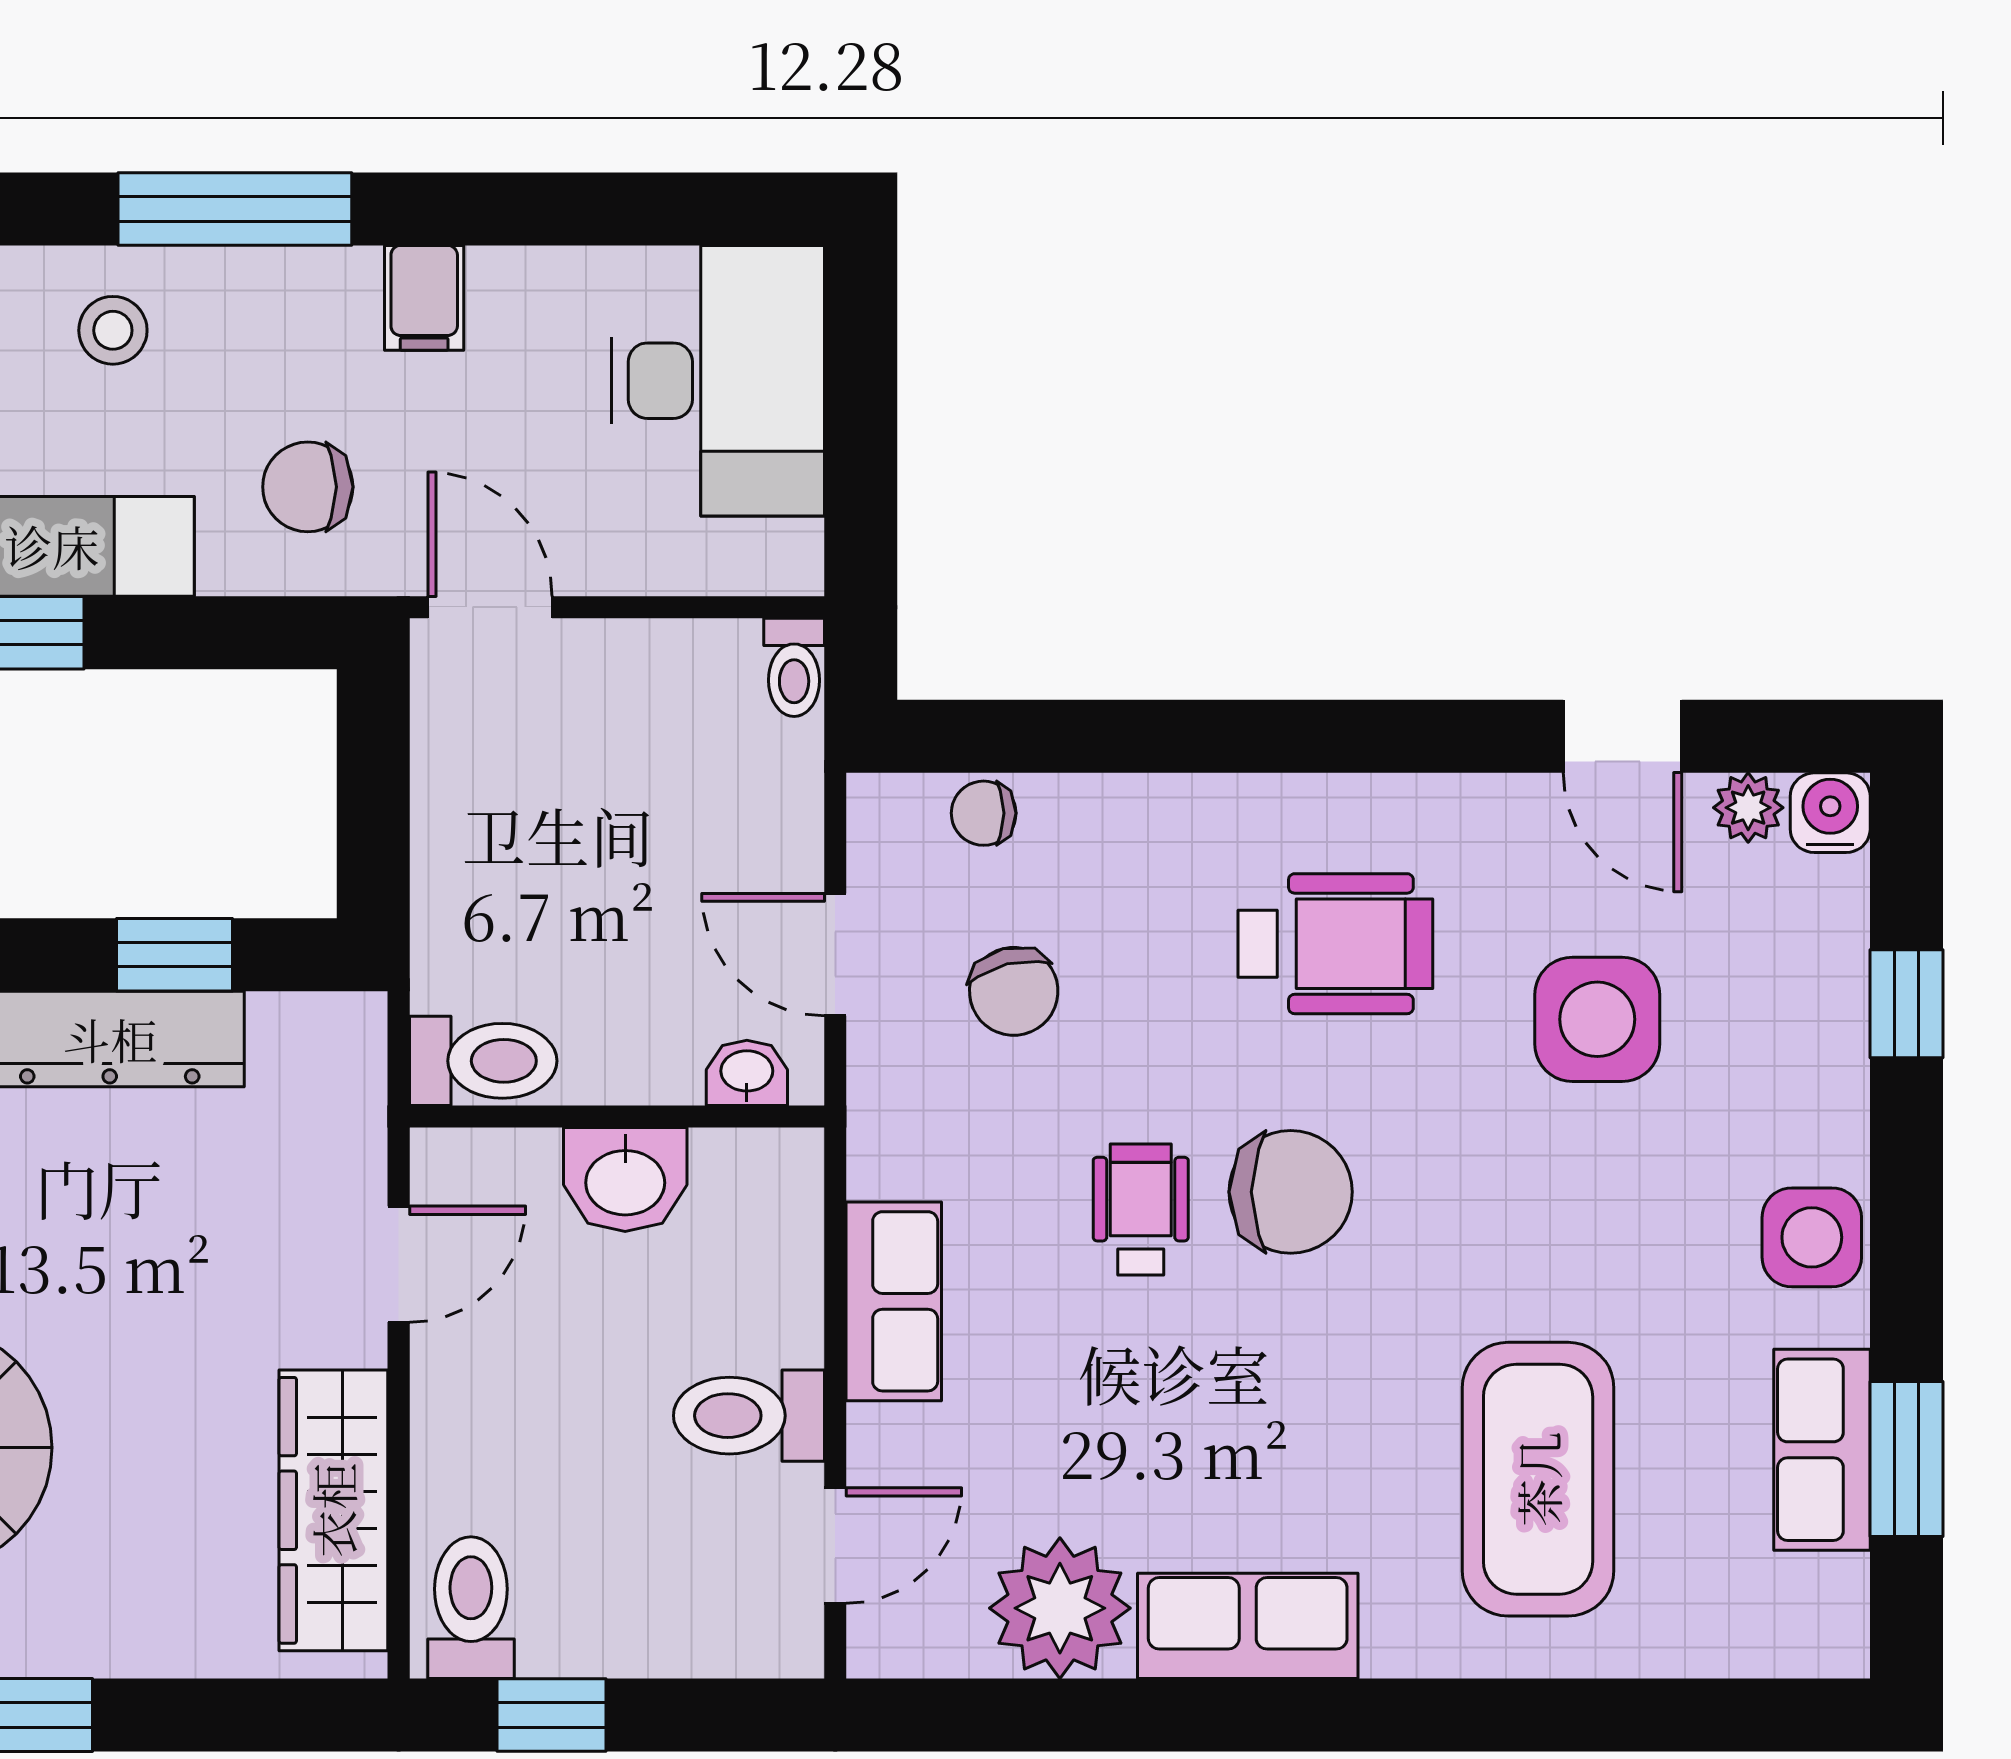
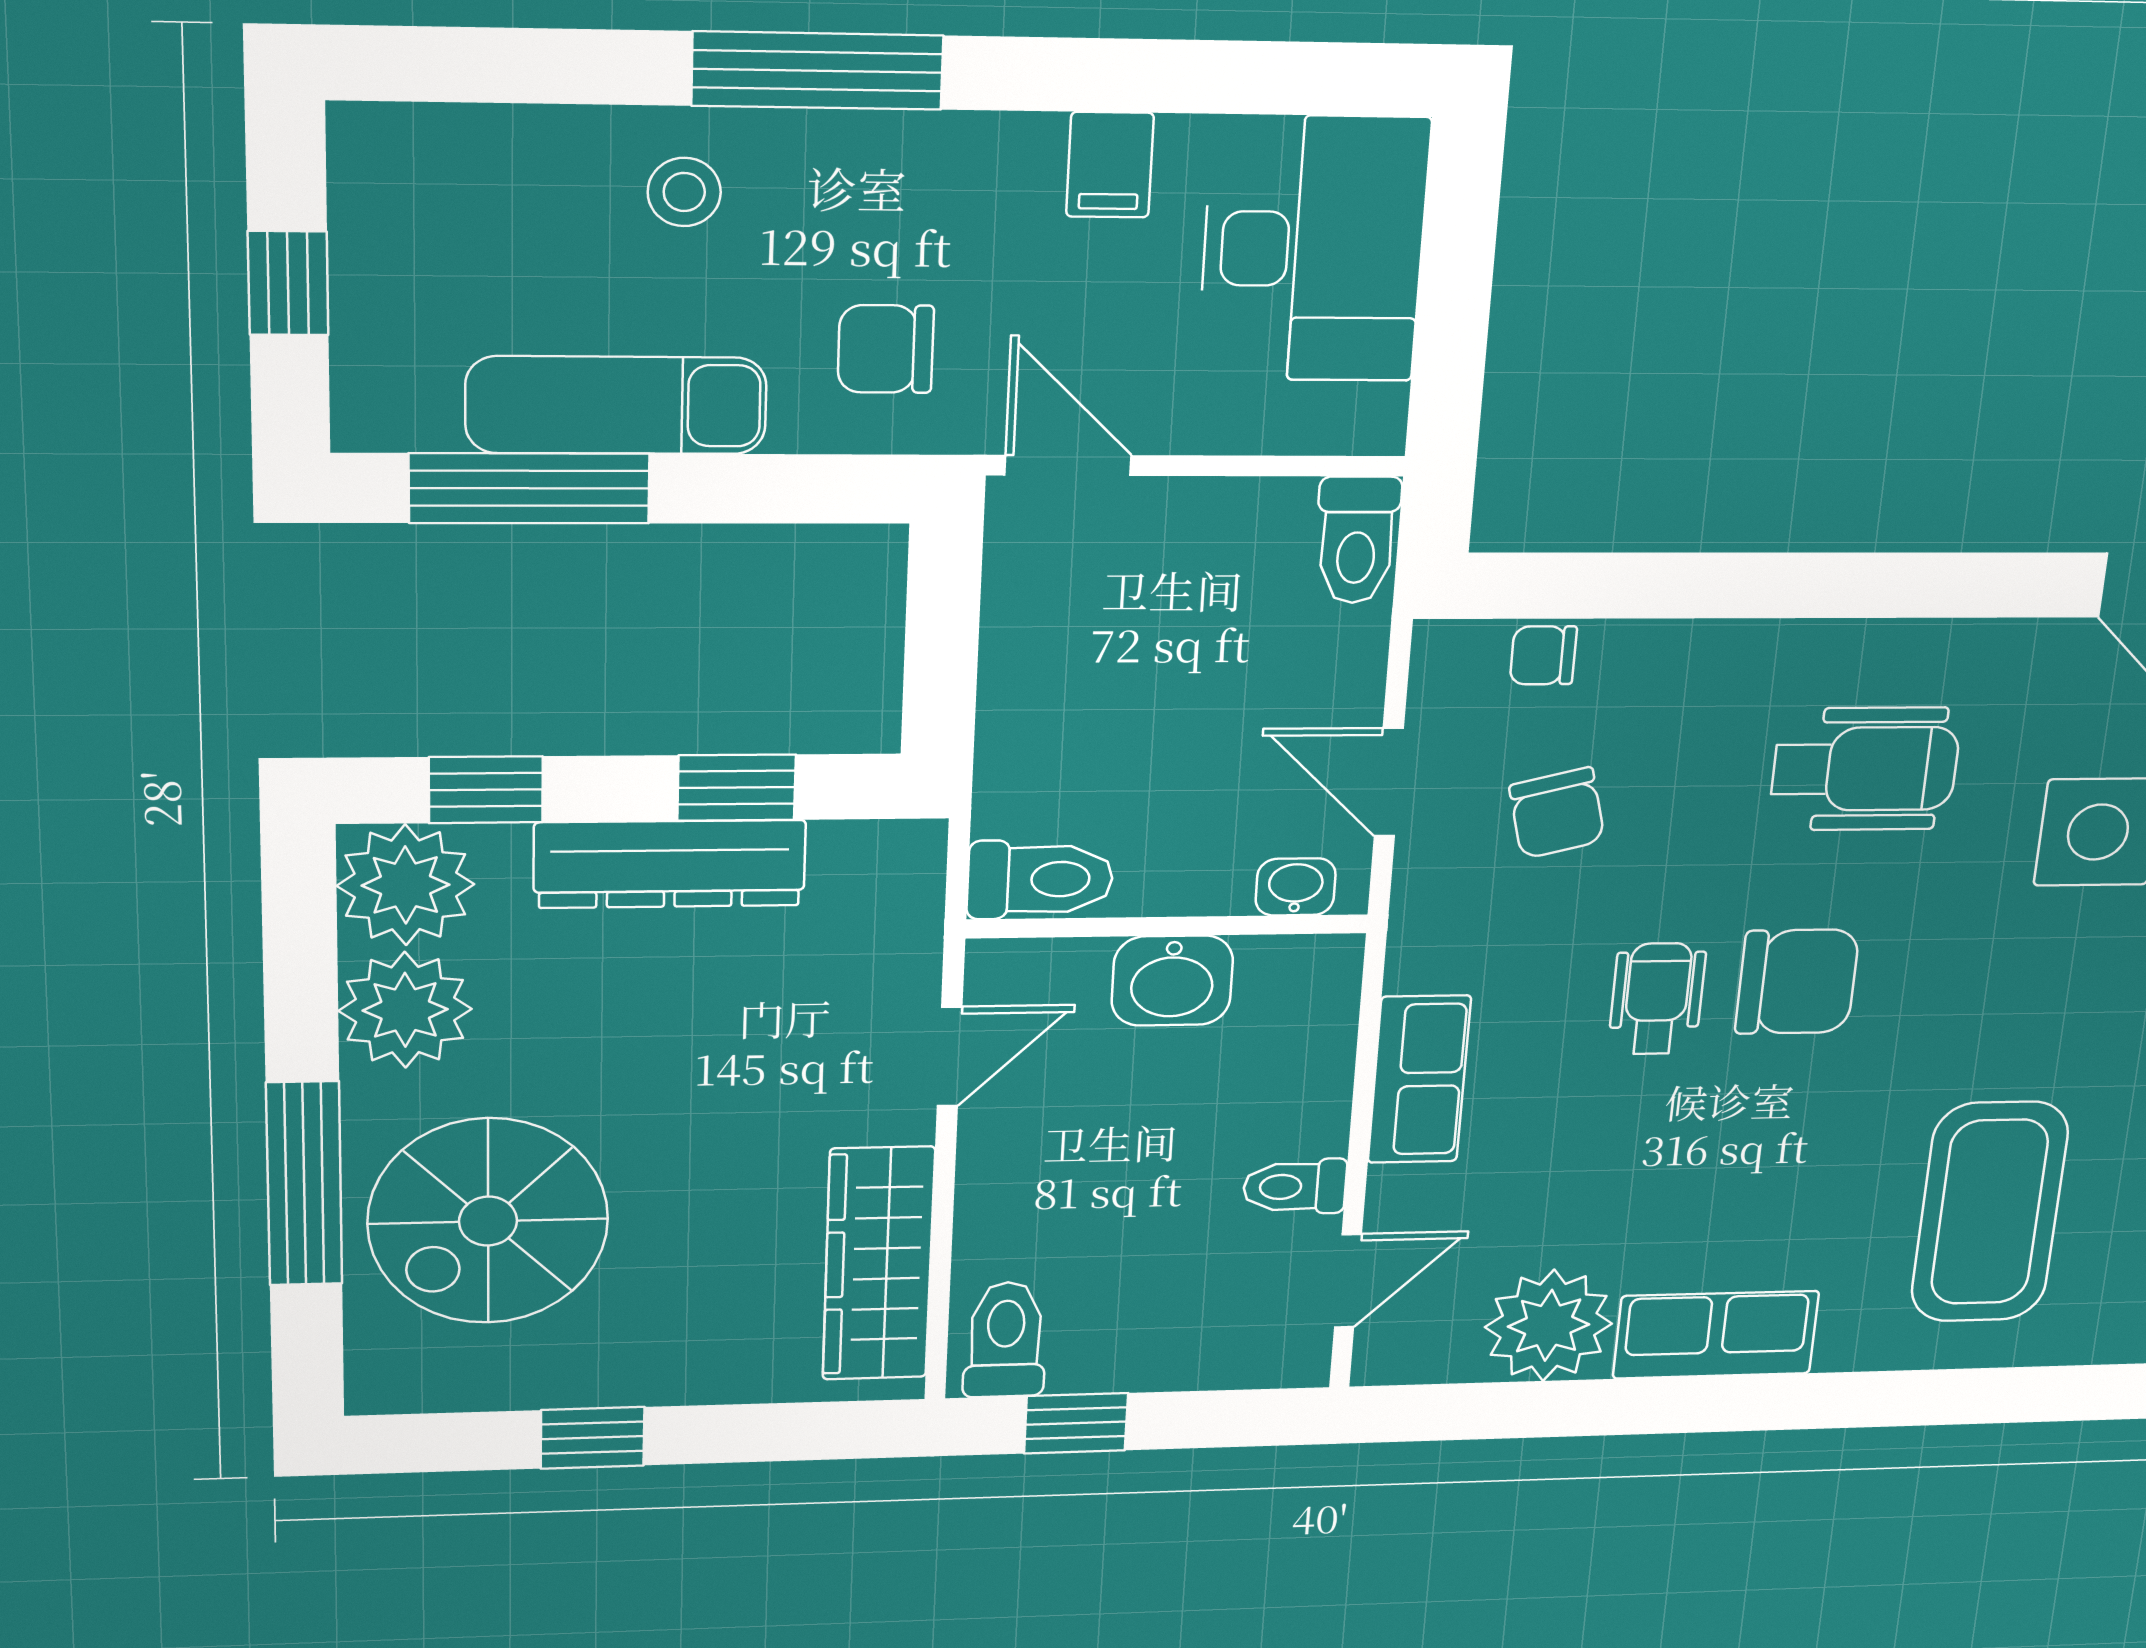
filing cabinet: (424, 298) -> (1110, 165), moved
toilet: (794, 667) -> (1357, 540), width x1.37, depth x1.39
toilet: (749, 1416) -> (1295, 1187), width x0.73, depth x0.72

